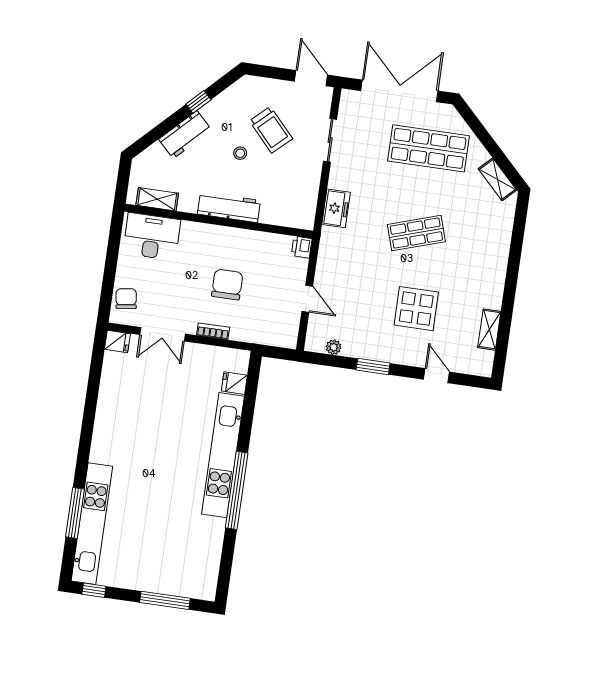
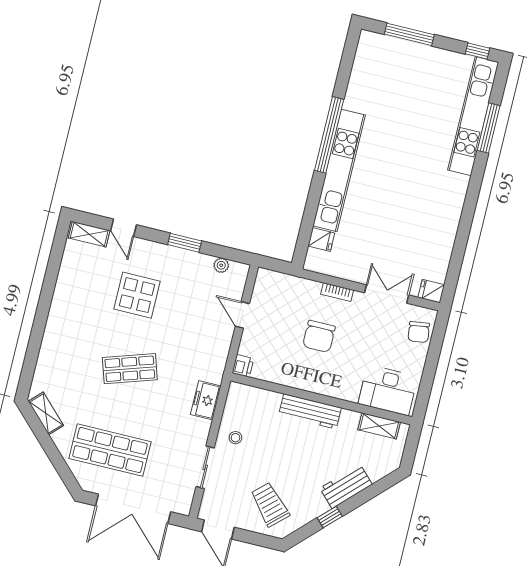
trolley: (271, 130) -> (270, 504), moved
stool: (240, 153) -> (235, 438), moved
shelving: (489, 330) -> (89, 234), moved, turned 90

